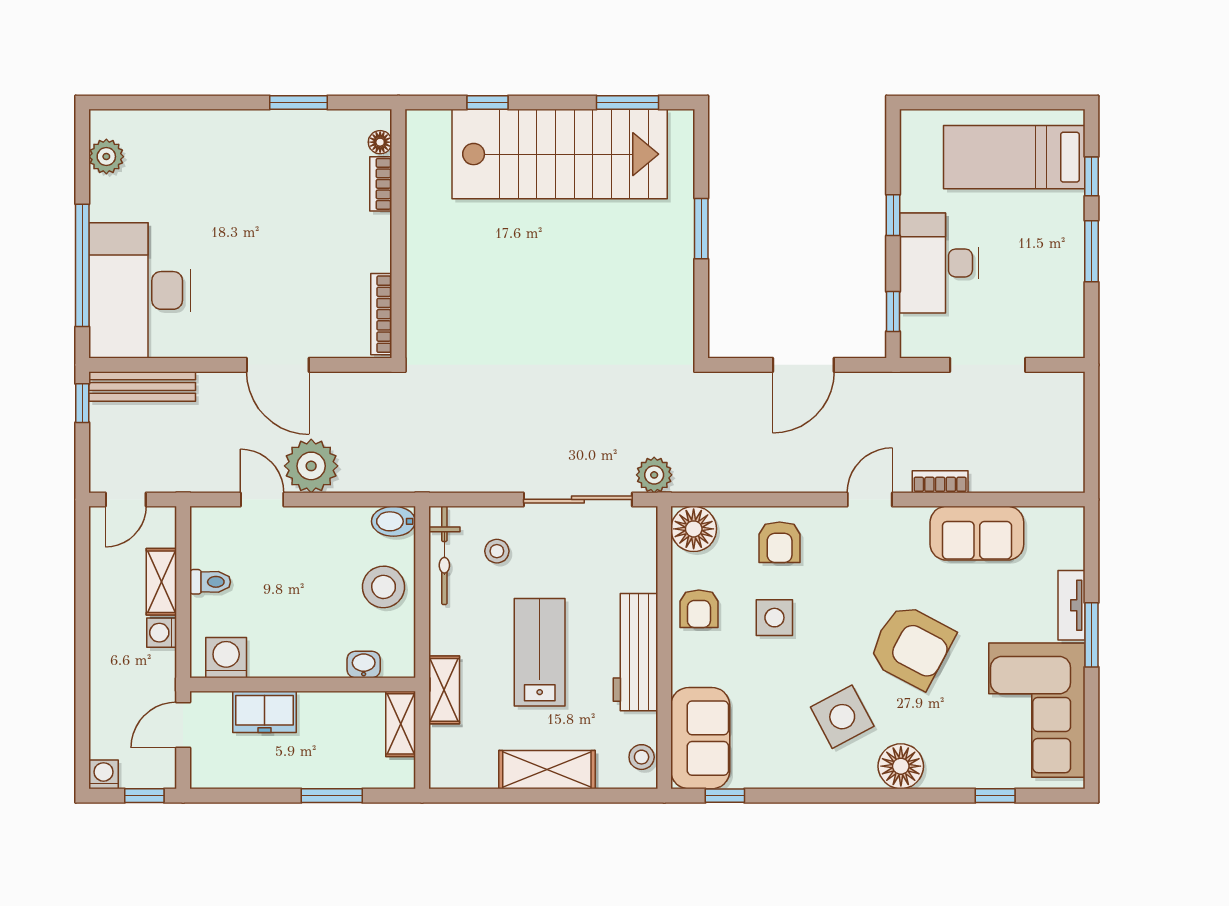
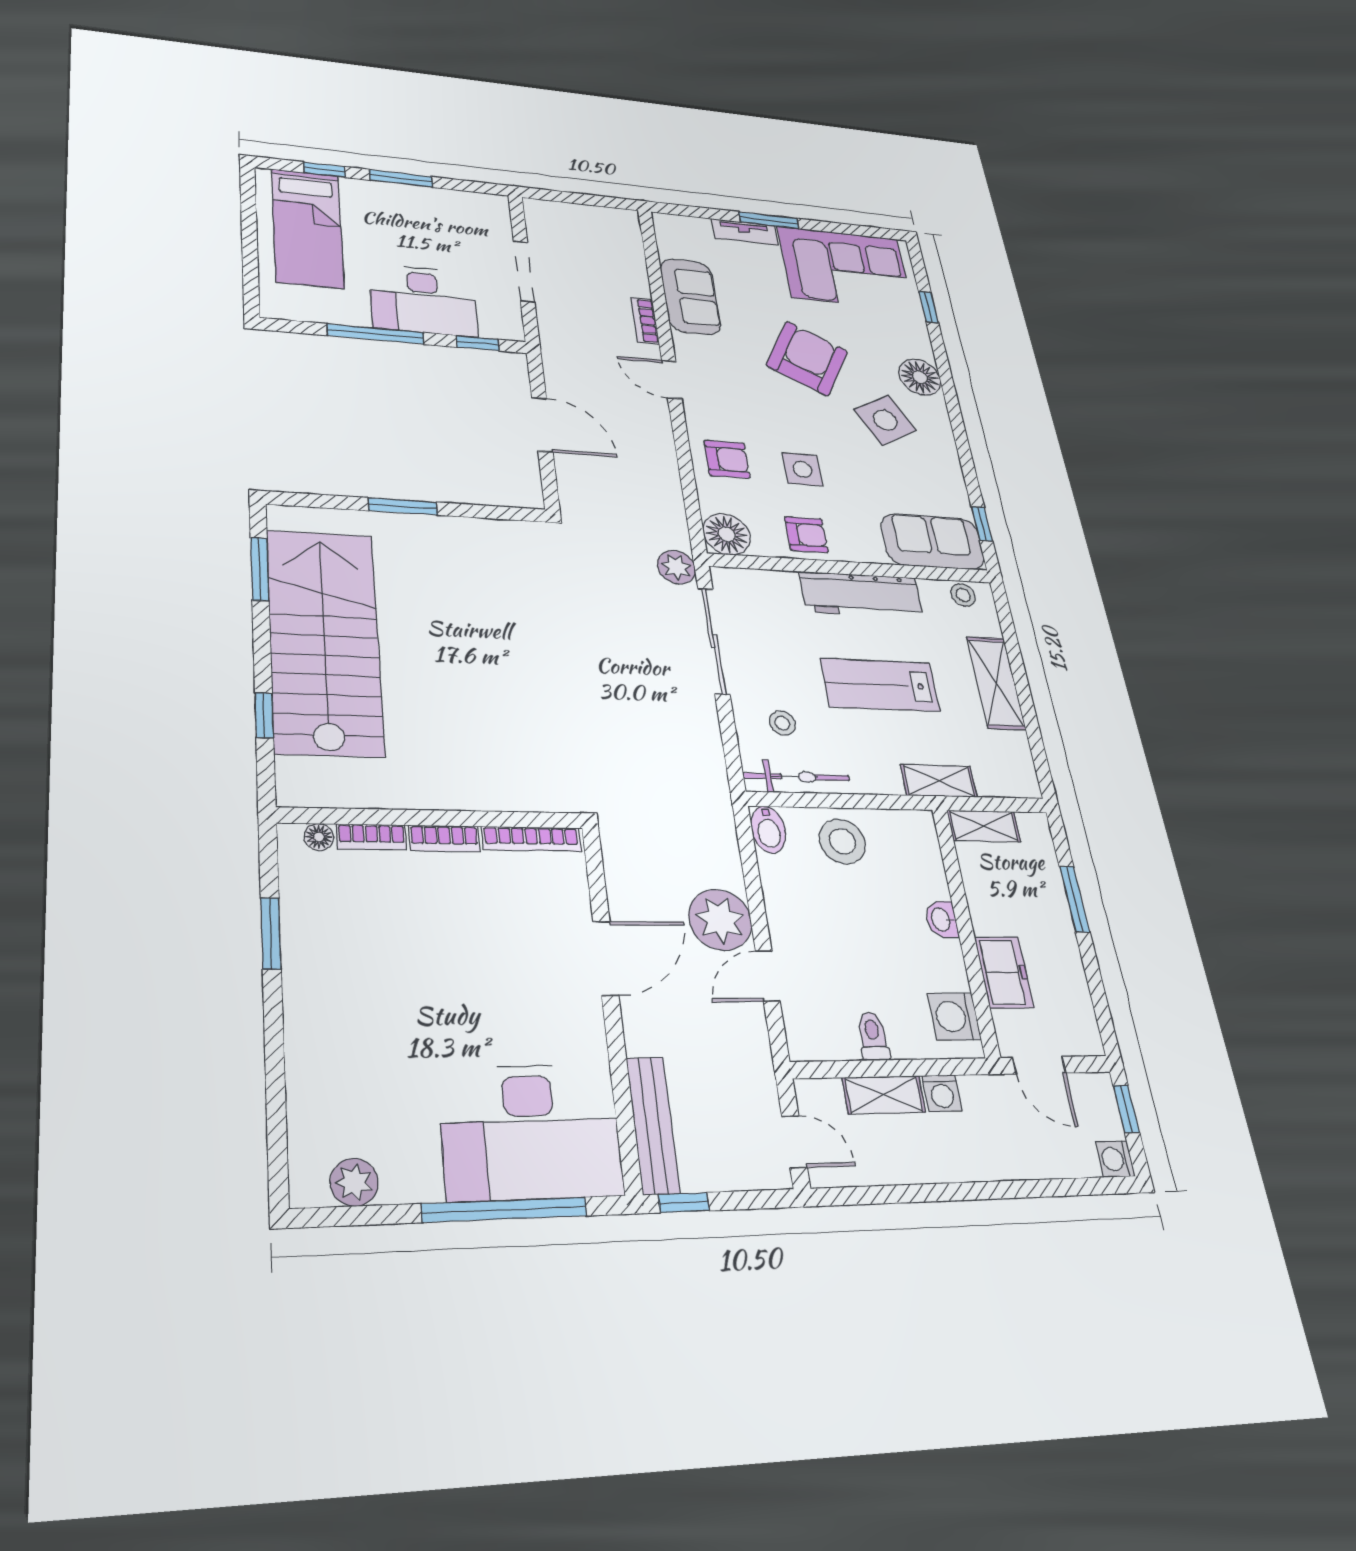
window: (893, 215) -> (376, 334), width x2.17
bookcase: (380, 242) -> (444, 838), added
washbasin: (364, 664) -> (942, 920), moved

